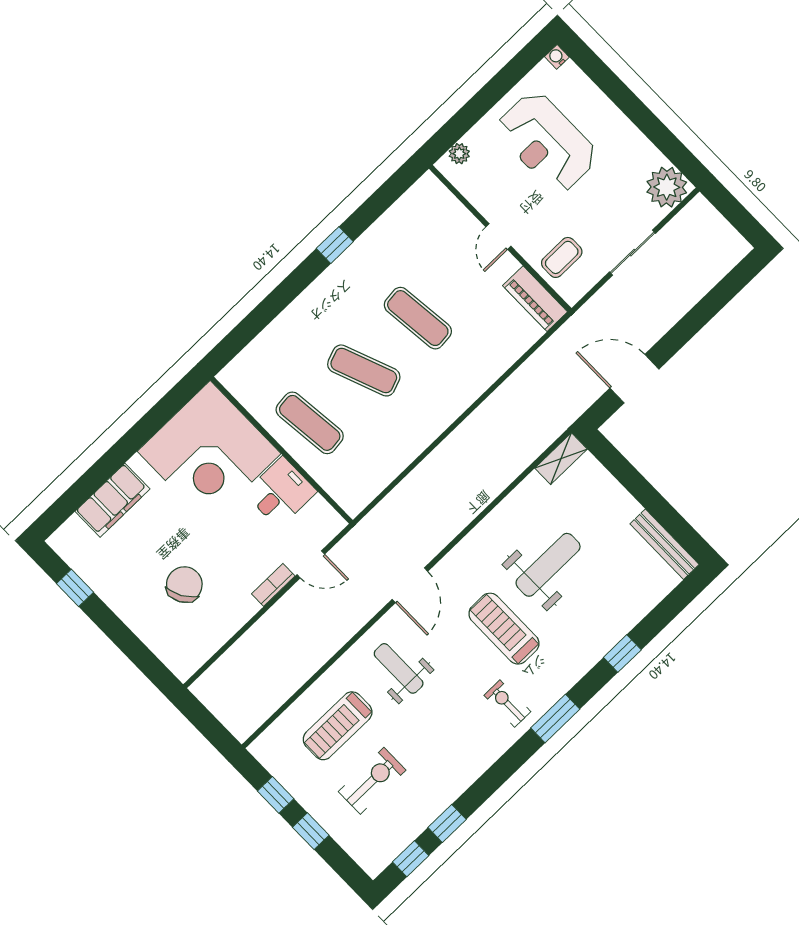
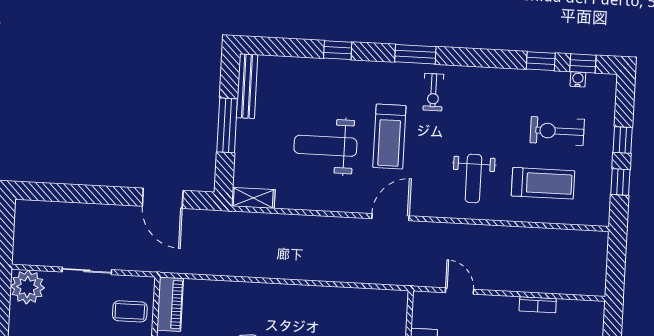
window: (646, 495) -> (227, 125), added
bookcase: (273, 585) -> (538, 305), moved
door: (410, 585) -> (390, 217), moved
water cooler: (401, 841) -> (578, 79), added

